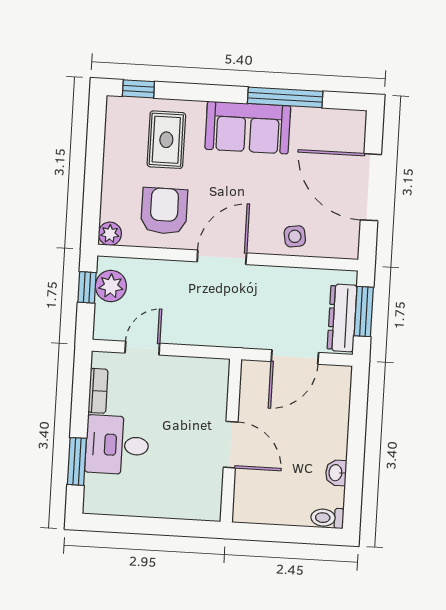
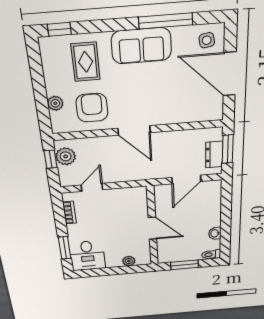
plant: (110, 234) -> (55, 103), moved
side table: (295, 236) -> (207, 40), moved
door: (222, 257) -> (134, 130), swing flipped
dresser: (342, 318) -> (214, 155), width x0.70
desk: (117, 445) -> (87, 256), moved, turned -90
plant: (182, 508) -> (129, 261), added
window: (279, 533) -> (185, 265), added

